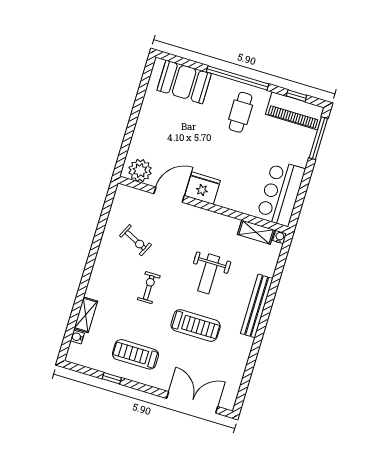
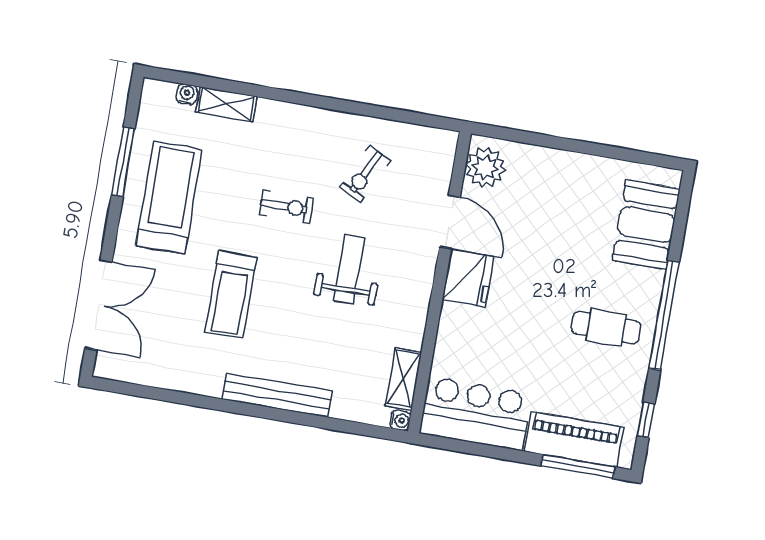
piano: (295, 111) -> (574, 439), moved, turned 90
weight bench: (209, 274) -> (349, 270), moved, turned 90
treadmill: (135, 354) -> (169, 198), width x1.37, depth x1.38
window: (112, 378) -> (123, 162), width x2.17

